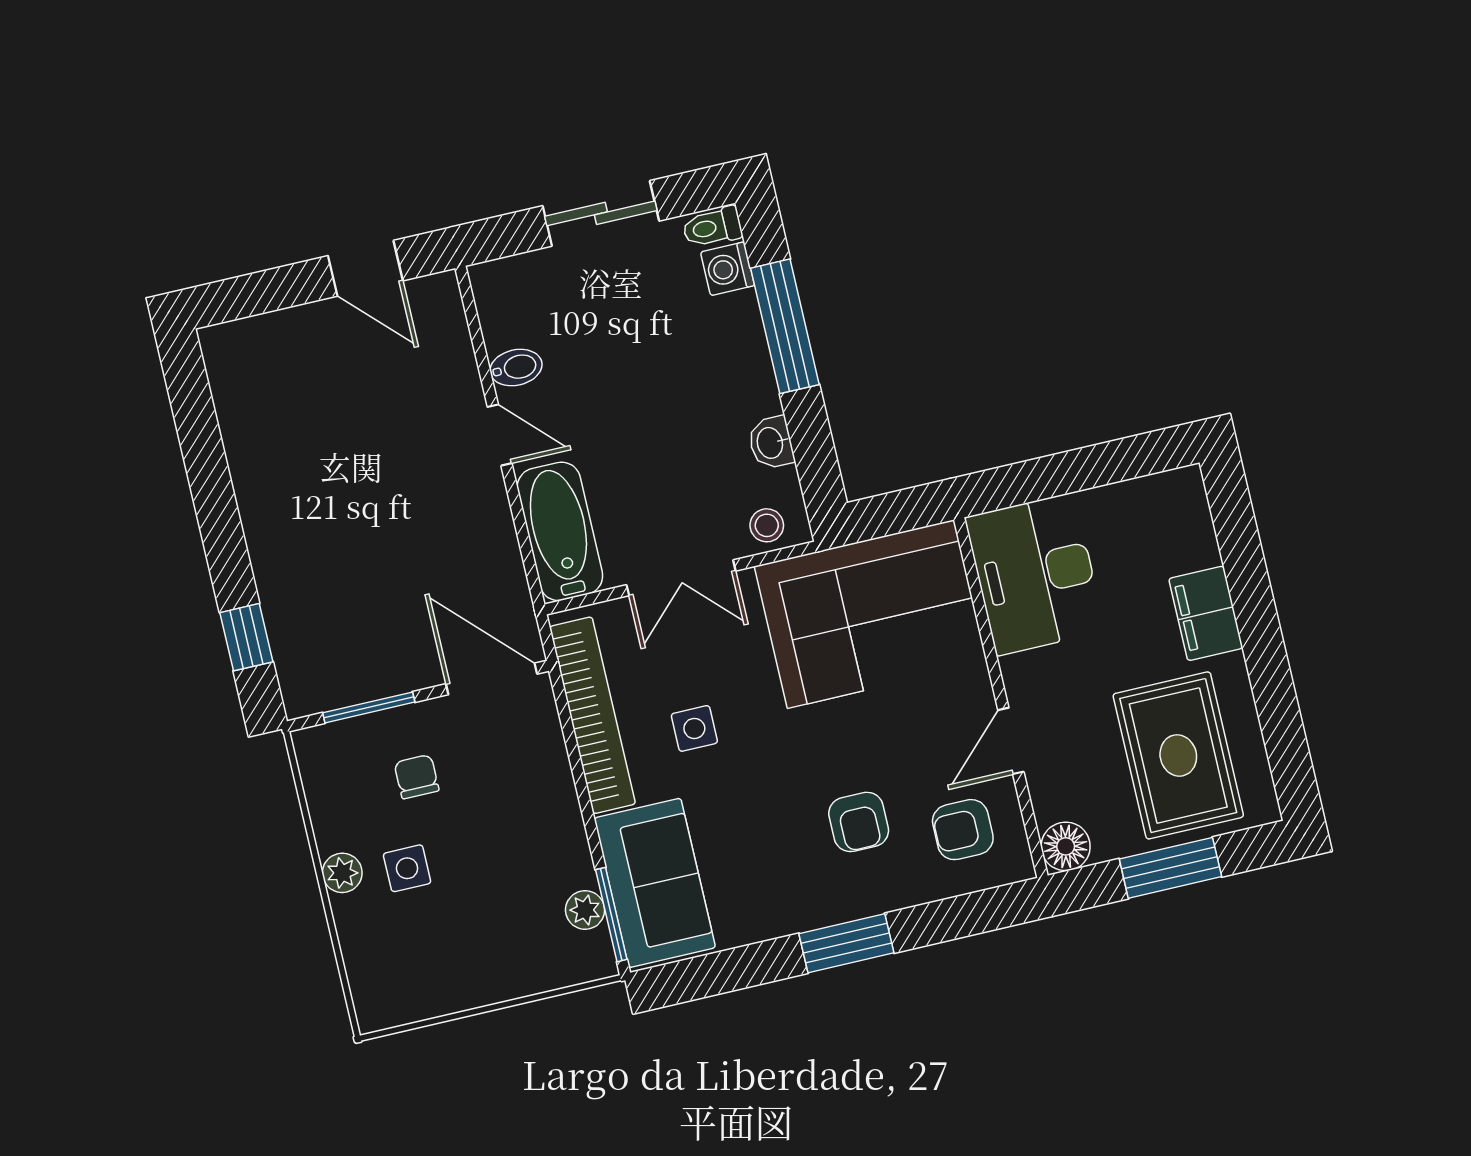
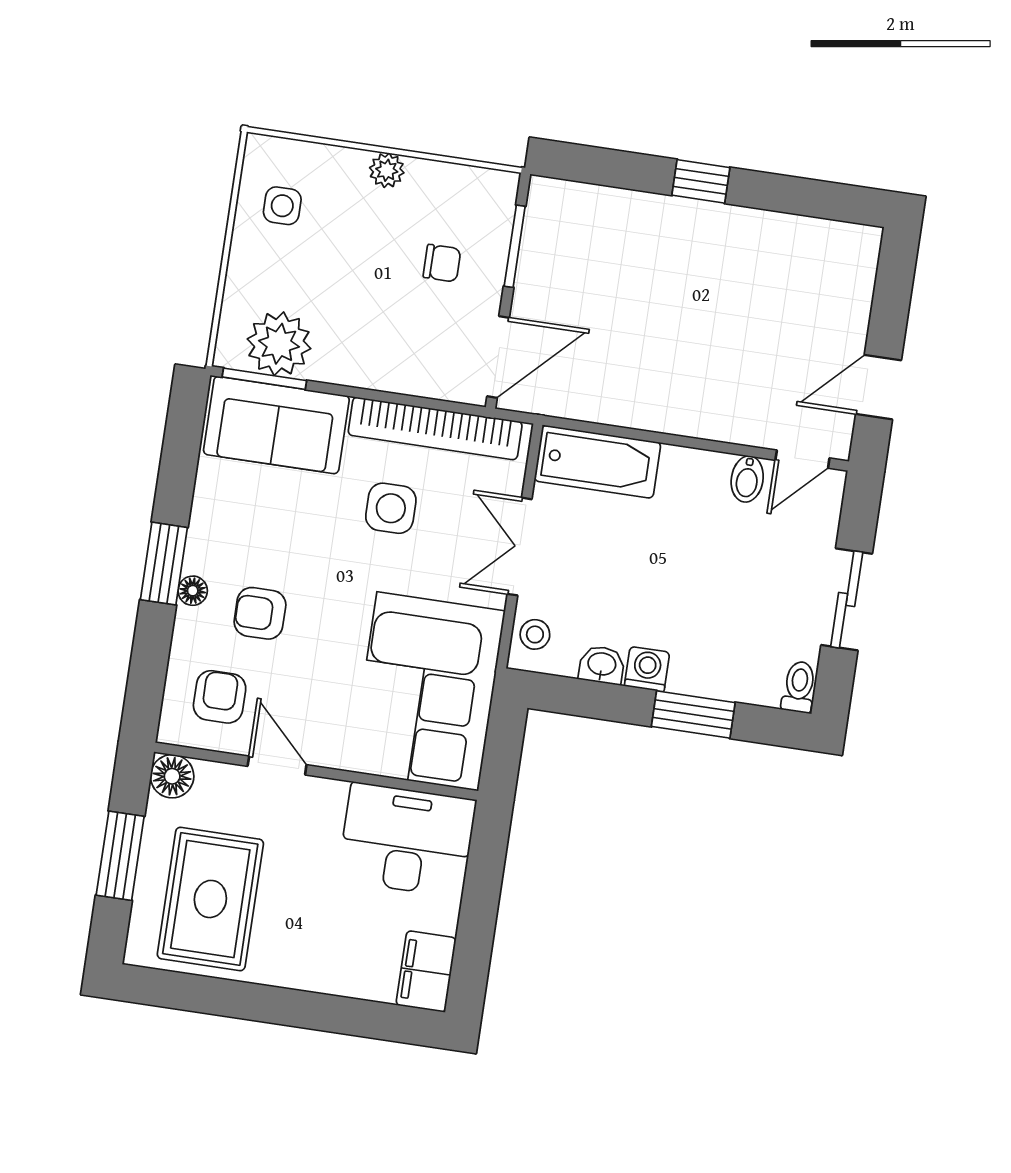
washing machine: (728, 269) -> (647, 669), moved
window: (785, 326) -> (693, 714), width x0.69
door: (500, 435) -> (802, 459), moved
filing cabinet: (1206, 613) -> (426, 971), moved, turned -90
window: (246, 637) -> (701, 181), moved
side table: (694, 728) -> (391, 508), width x1.37, depth x1.37
rug: (1178, 755) -> (210, 899), turned 90
side table: (407, 868) -> (282, 206), moved
floor lamp: (863, 902) -> (193, 591), added
plant: (585, 910) -> (279, 344), width x1.87, depth x1.87

